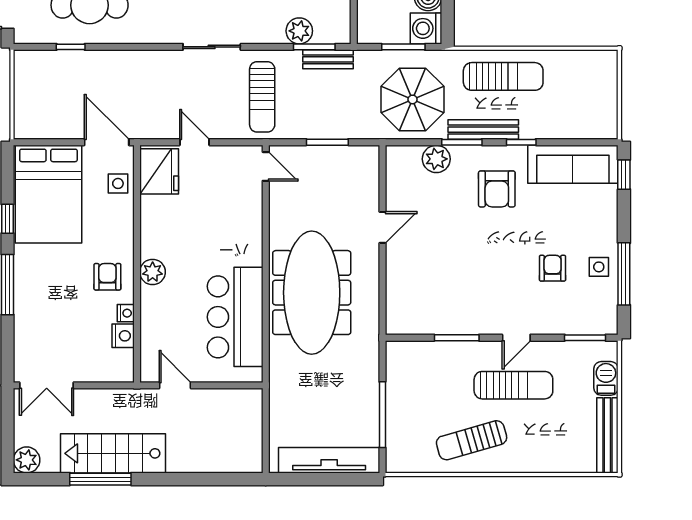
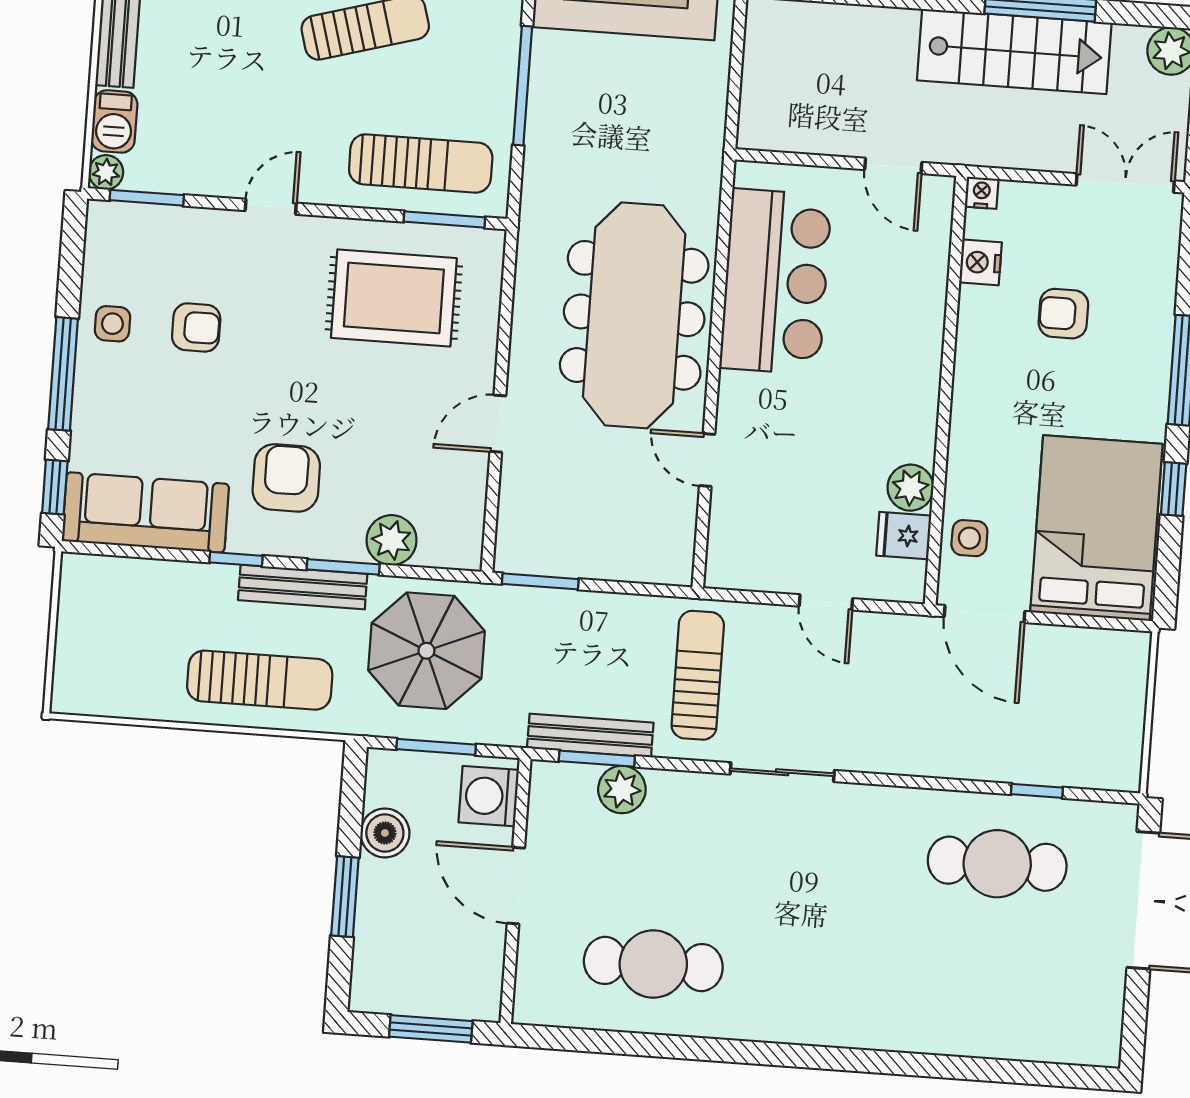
washing machine: (426, 28) -> (489, 796), moved, turned 180
bench: (328, 59) -> (590, 735), width x1.36
sun lounger: (503, 76) -> (260, 680), turned 180
window: (327, 142) -> (540, 581), moved
door: (266, 166) -> (707, 460), moved
fridge: (159, 171) -> (904, 536), width x0.53, depth x0.75
armchair: (553, 268) -> (196, 327), turned -90
plant: (153, 272) -> (910, 488), moved
window: (624, 274) -> (63, 374), moved
armchair: (107, 277) -> (1063, 314), moved, turned 90
rug: (445, 292) -> (394, 298), added
nightstand: (126, 313) -> (982, 193), moved, turned 90
window: (457, 338) -> (444, 220), moved
plant: (608, 350) -> (106, 172), added
sun lounger: (513, 385) -> (421, 163), moved, turned 180

